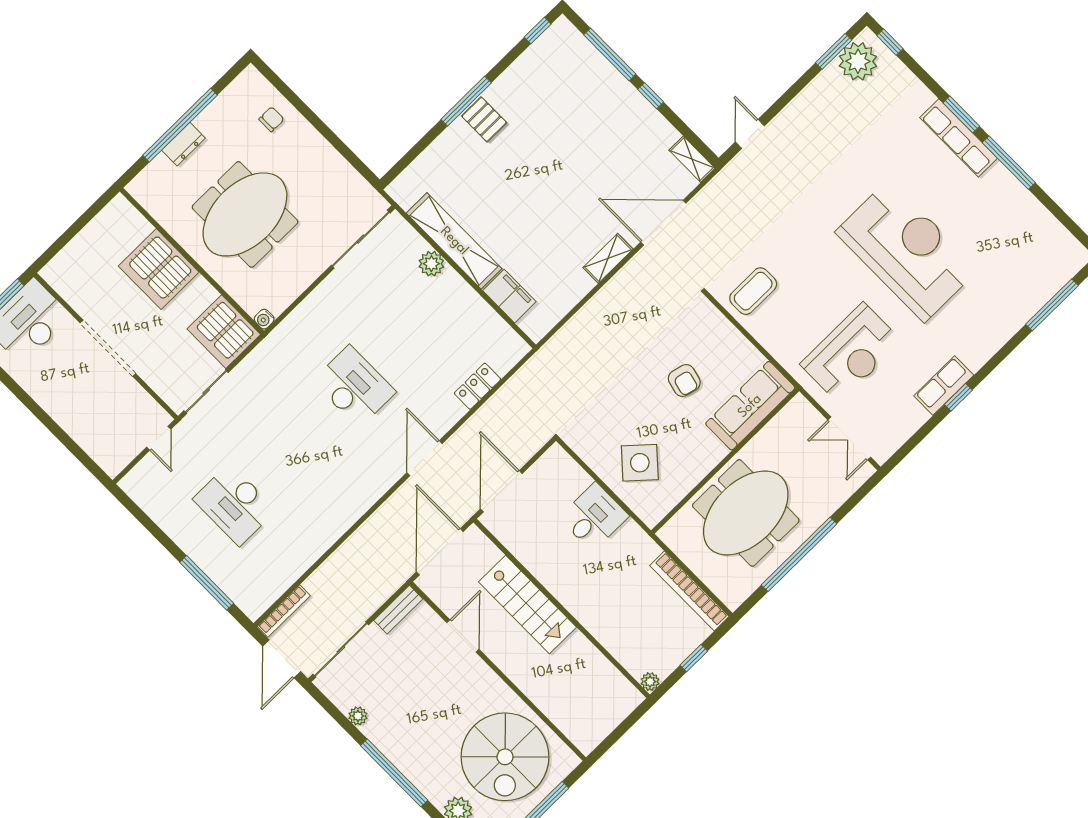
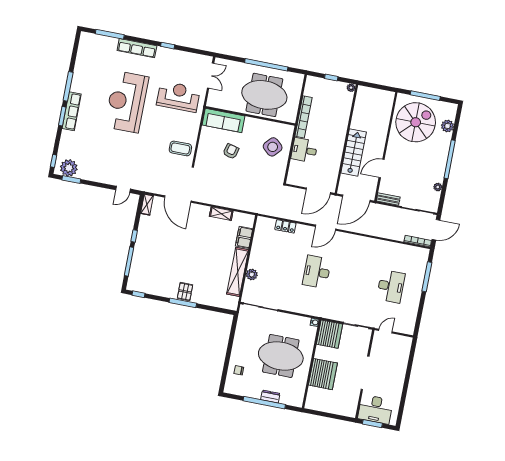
shelving: (608, 258) -> (221, 214), moved
row of seats: (944, 386) -> (137, 48), moved, width x1.48
bookcase: (689, 591) -> (303, 117), moved

